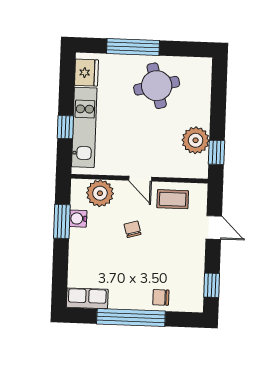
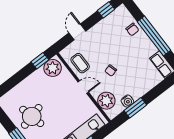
plant: (196, 140) -> (53, 68), moved
door: (140, 179) -> (83, 87), hinge flipped

